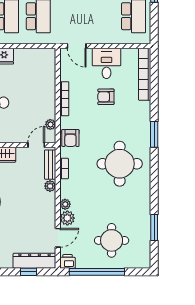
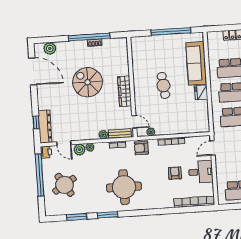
window: (154, 134) -> (108, 215), moved
round table: (112, 240) -> (65, 185), turned -32

